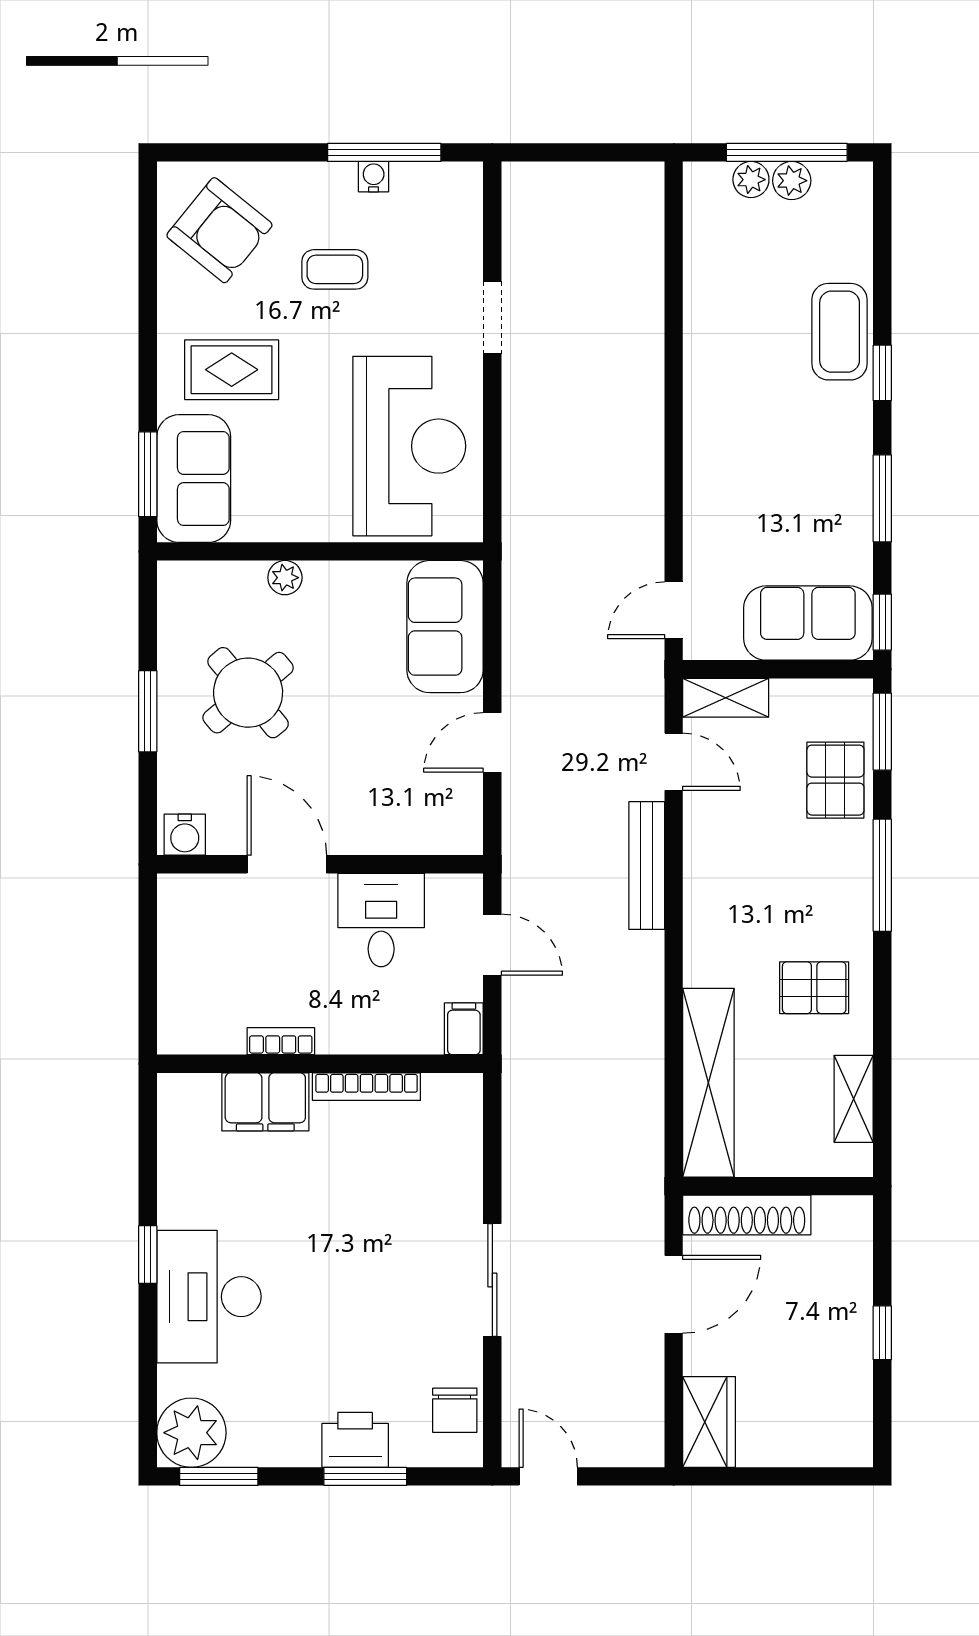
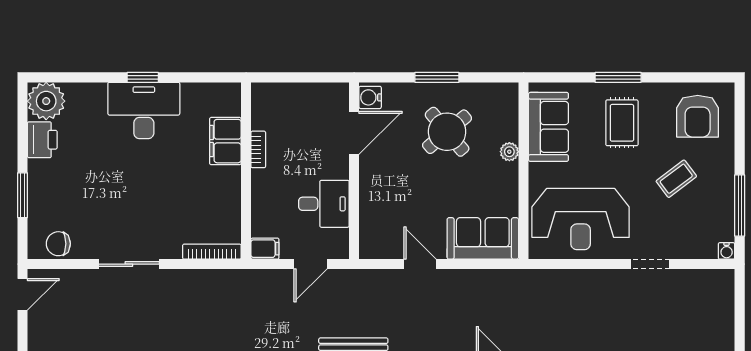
water cooler: (374, 177) -> (727, 251), moved, turned 90
armchair: (219, 230) -> (698, 116), turned -39
coffee table: (335, 269) -> (676, 179), turned 53
window: (148, 474) -> (618, 77), moved
sofa: (194, 479) -> (548, 127), moved, turned -90
door: (287, 864) -> (354, 133), moved
bookcase: (366, 1087) -> (212, 252), moved, turned 90
desk: (209, 1297) -> (144, 111), moved
printer: (355, 1440) -> (42, 140), moved
window: (219, 1476) -> (23, 116), removed

